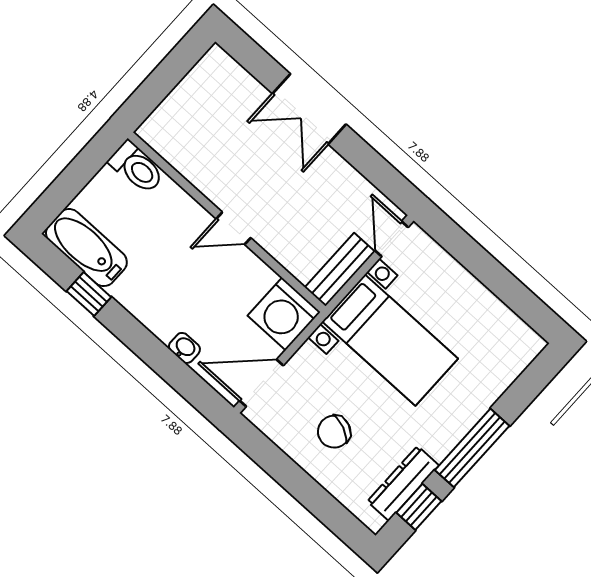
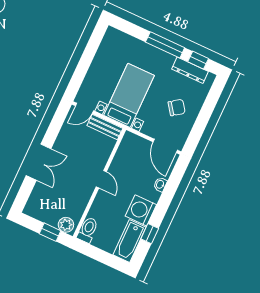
window: (156, 88) -> (50, 232), added
plant: (161, 126) -> (66, 225), added
washing machine: (284, 314) -> (141, 210), moved, turned 180
chair: (334, 432) -> (177, 108), turned -59

